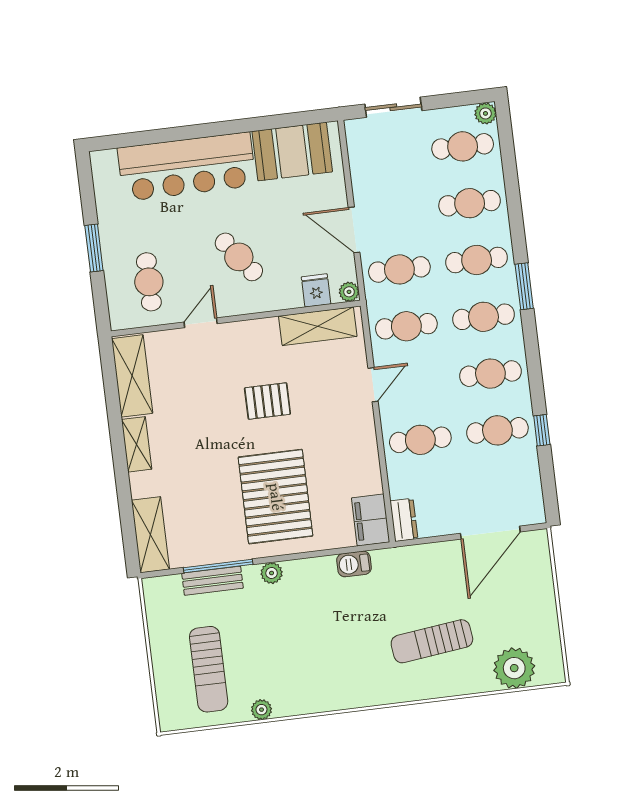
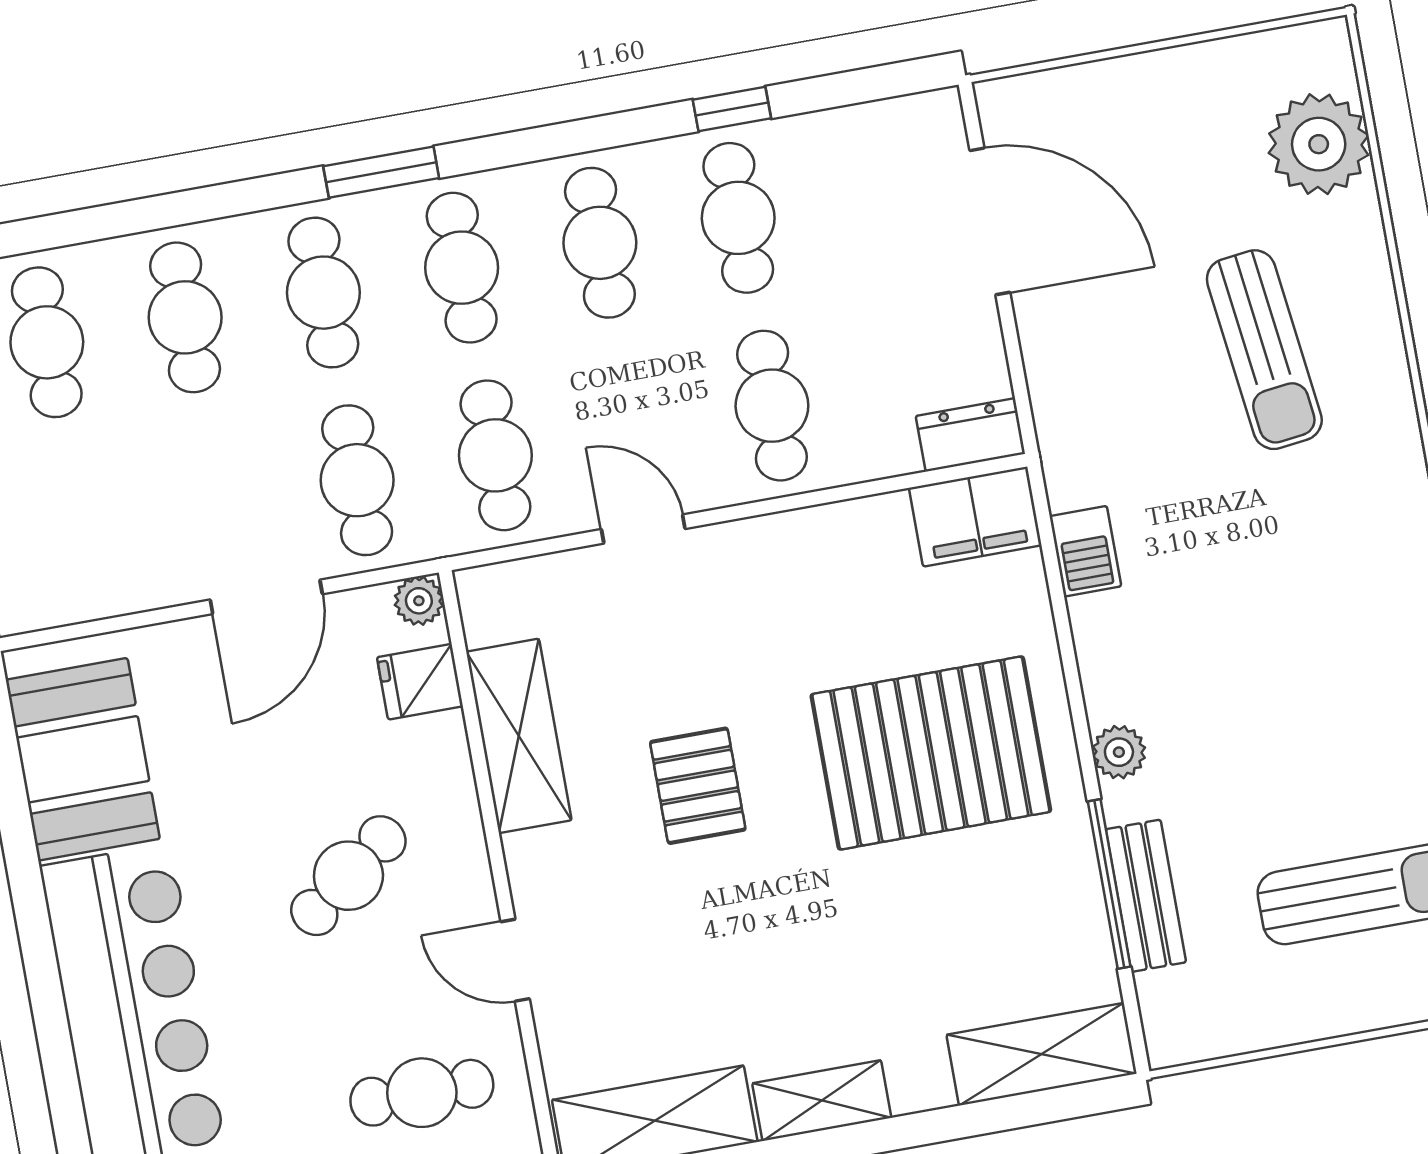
shelving: (318, 326) -> (519, 736), moved

